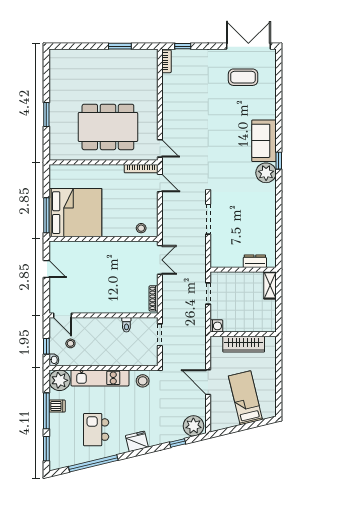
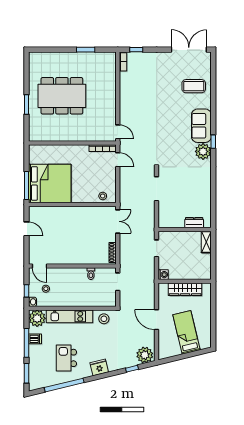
coffee table: (243, 77) -> (194, 86), moved
dining table: (108, 127) -> (62, 96), moved

